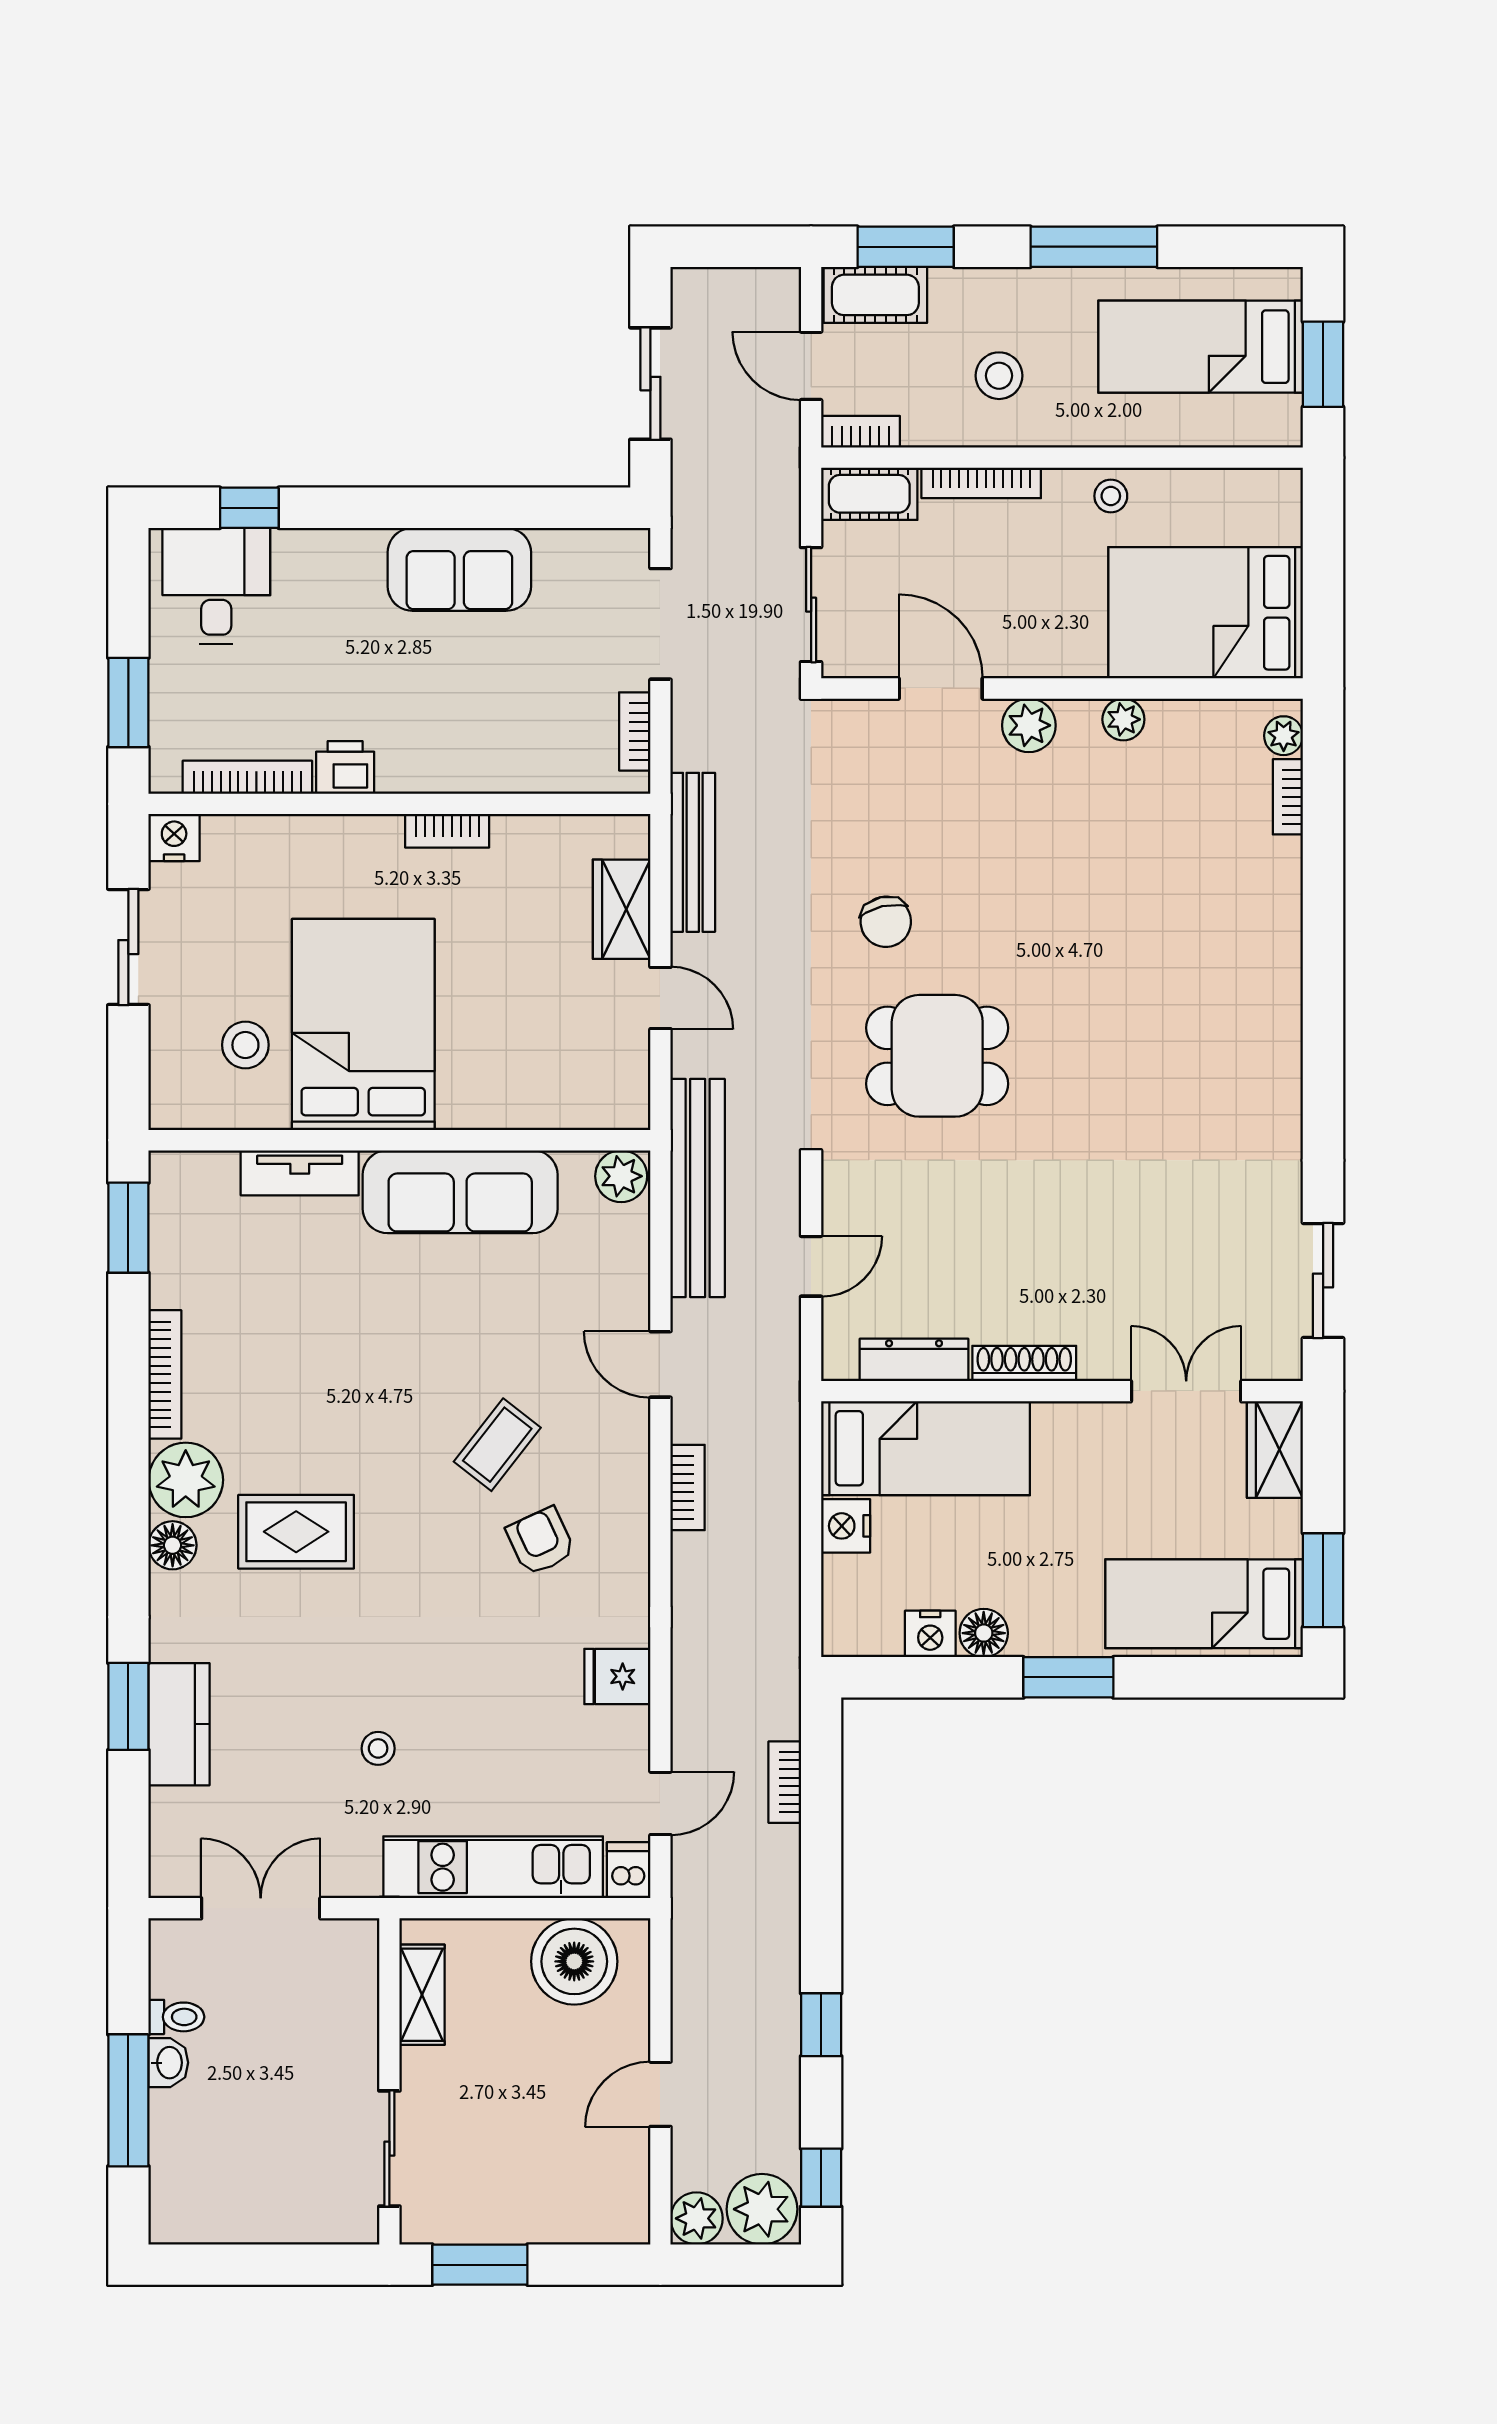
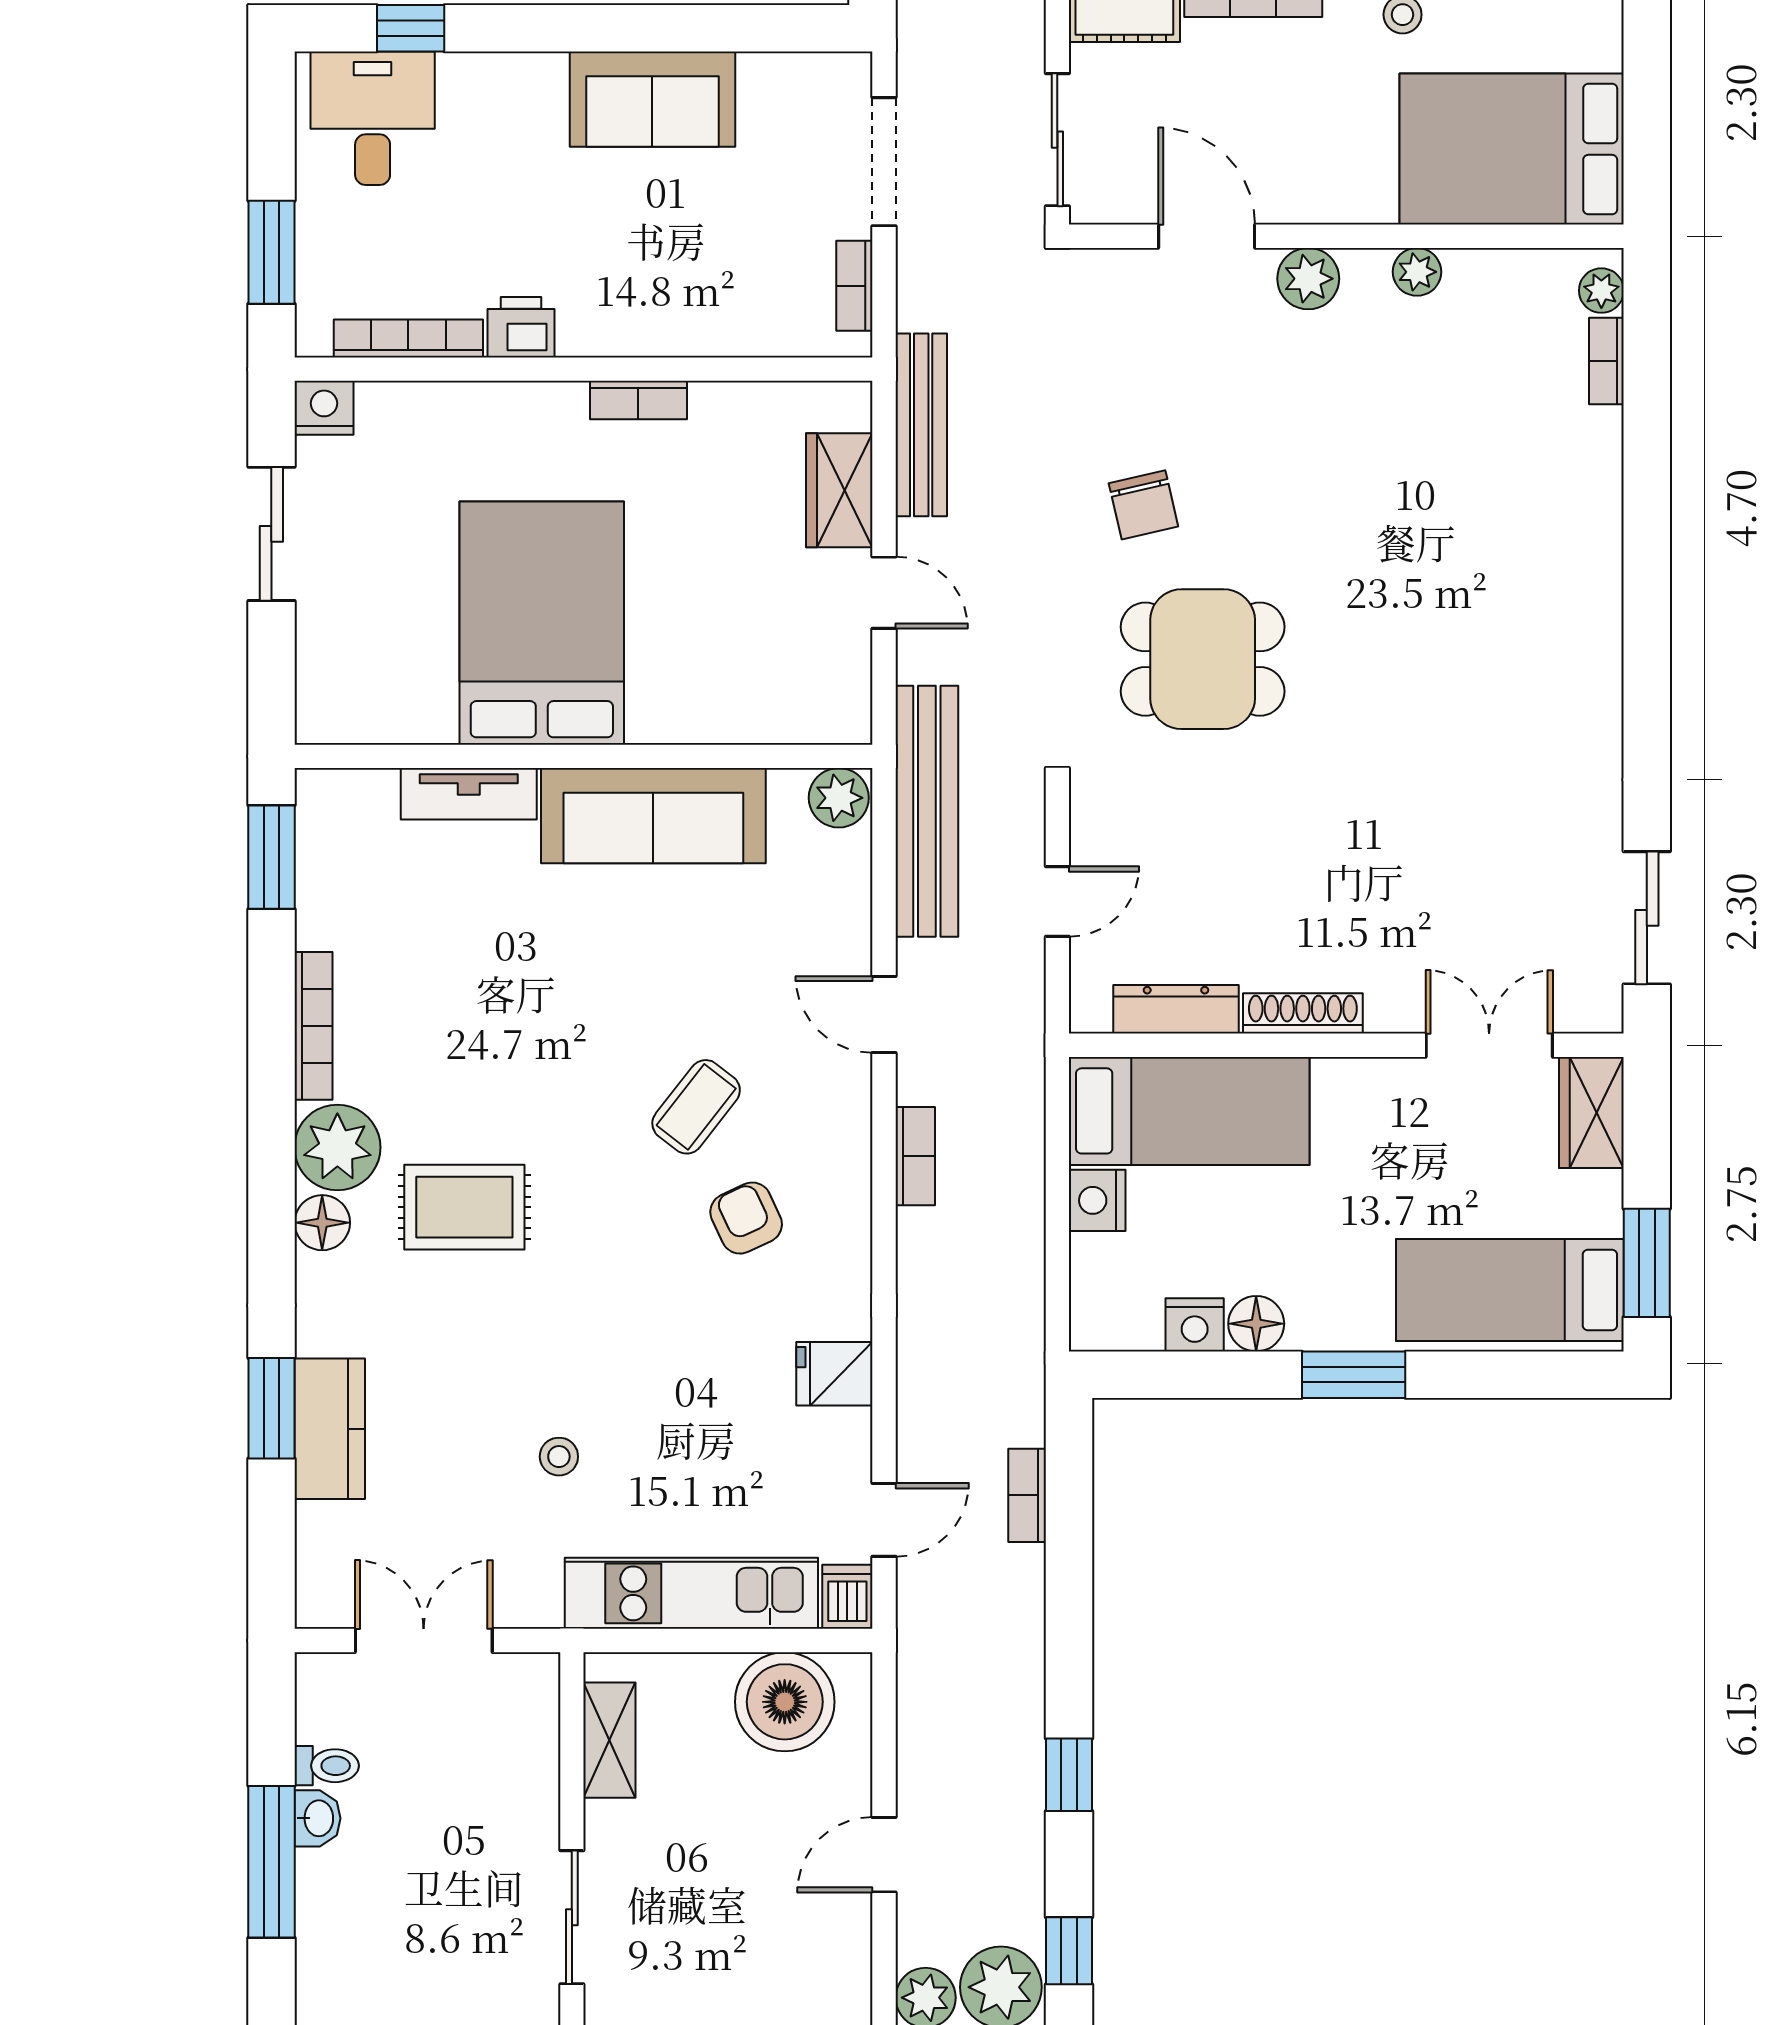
stool: (245, 1045) -> (406, 647), removed

